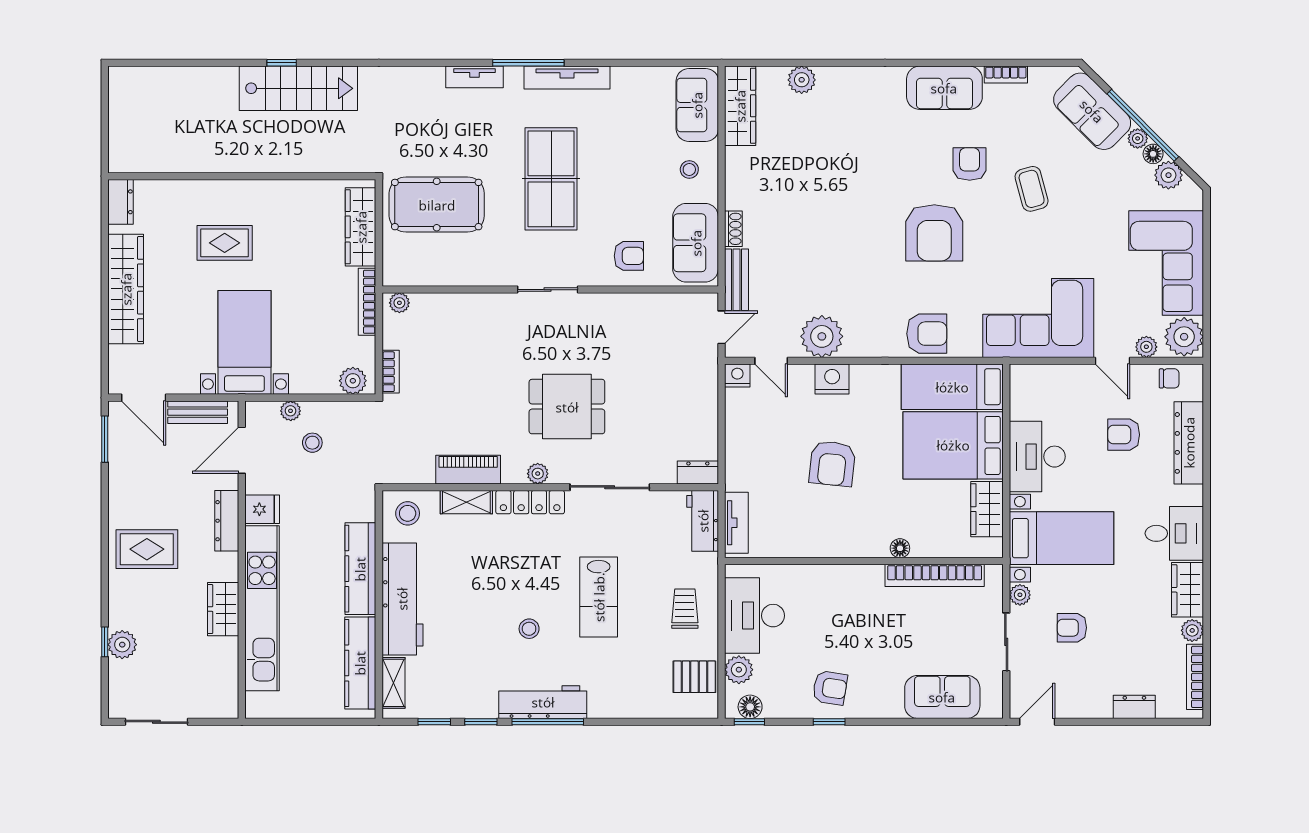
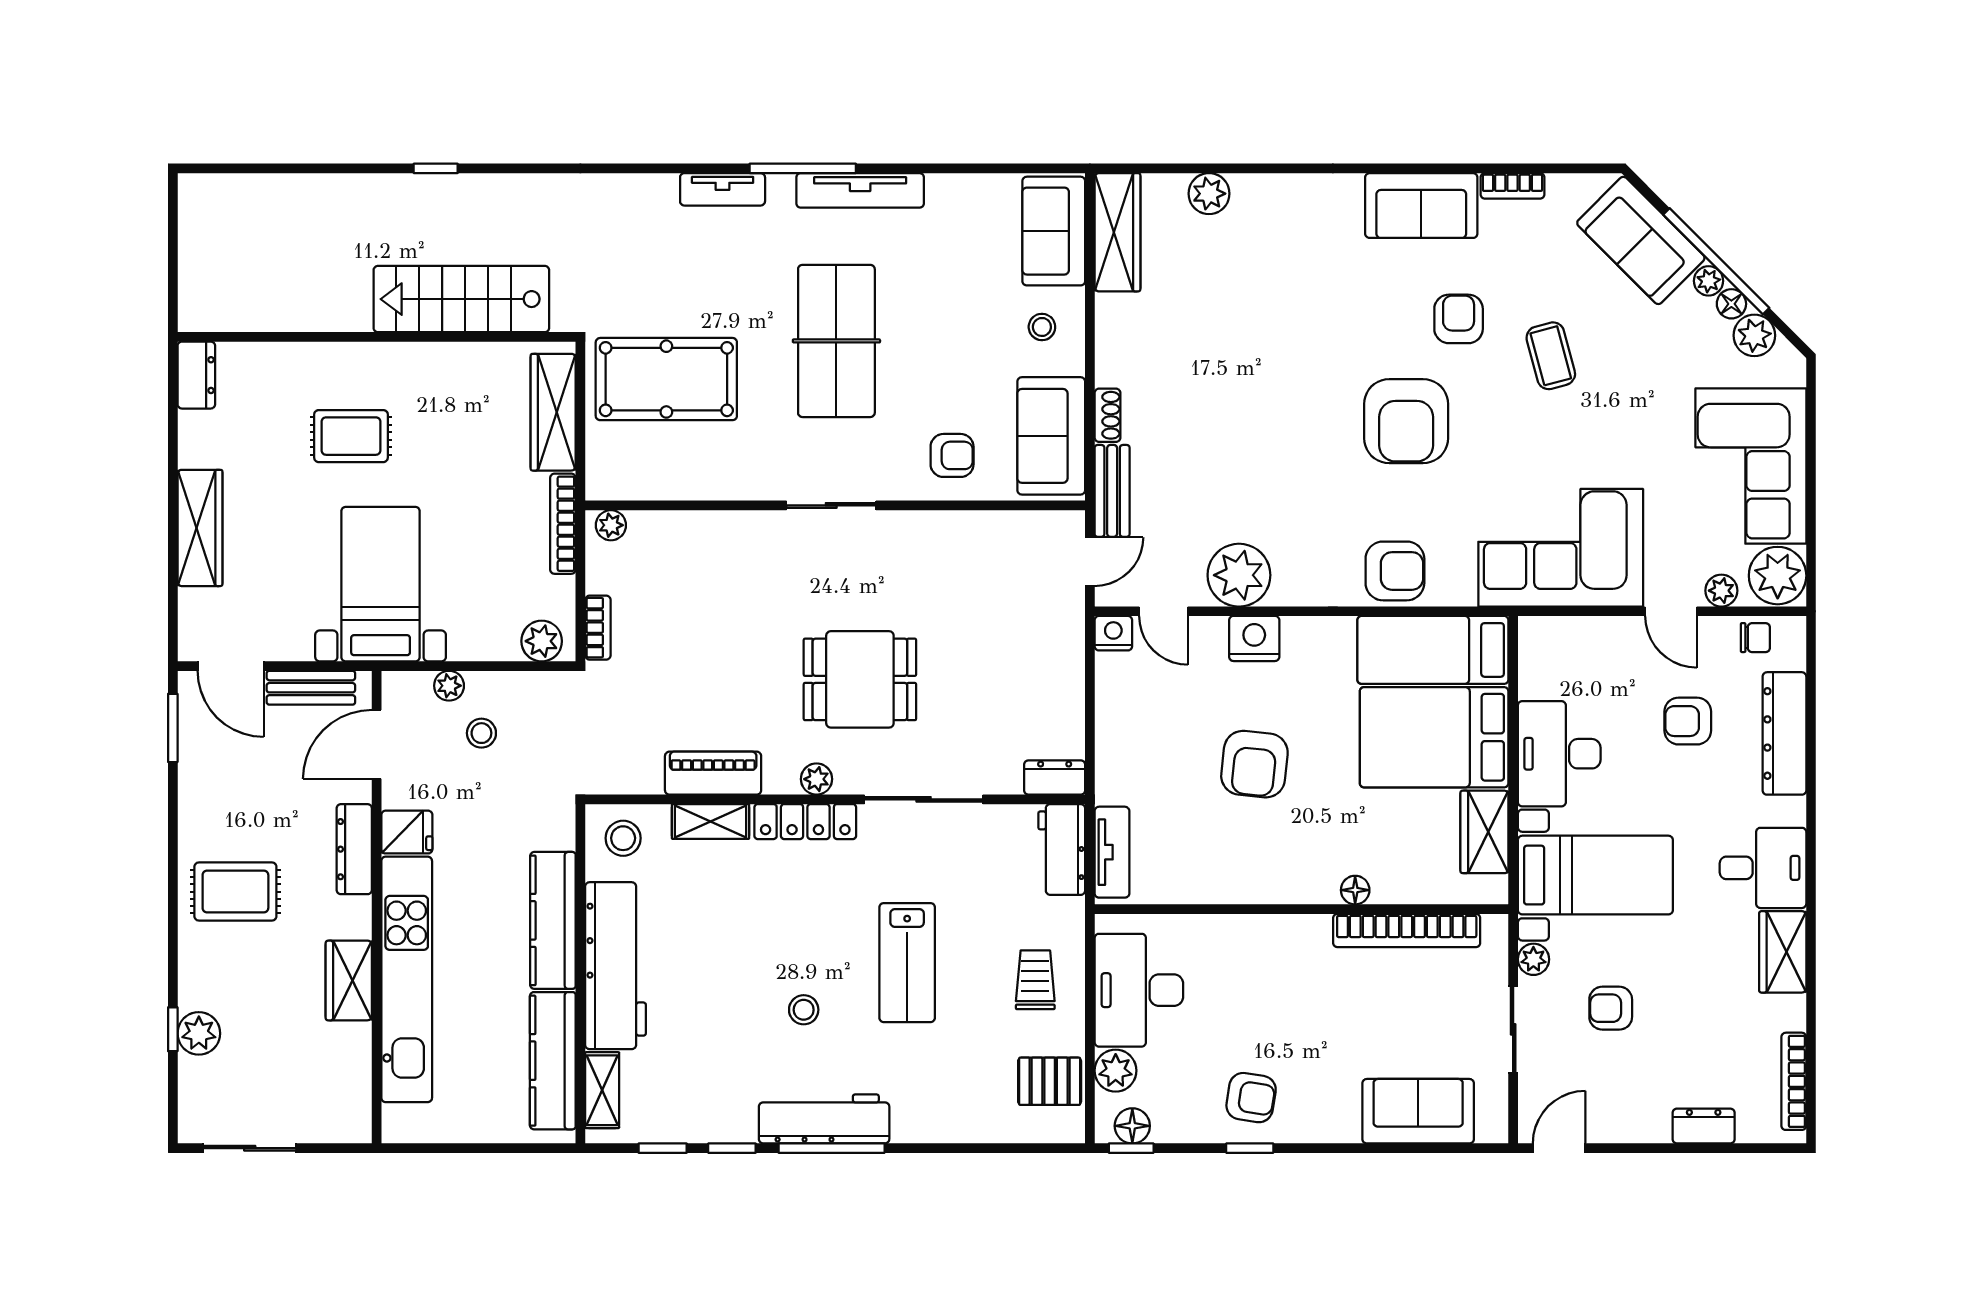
stairs: (298, 88) -> (461, 299), moved, turned 180
wardrobe: (126, 289) -> (200, 528), width x0.71, depth x0.85
plant: (1192, 630) -> (1790, 1012), removed

